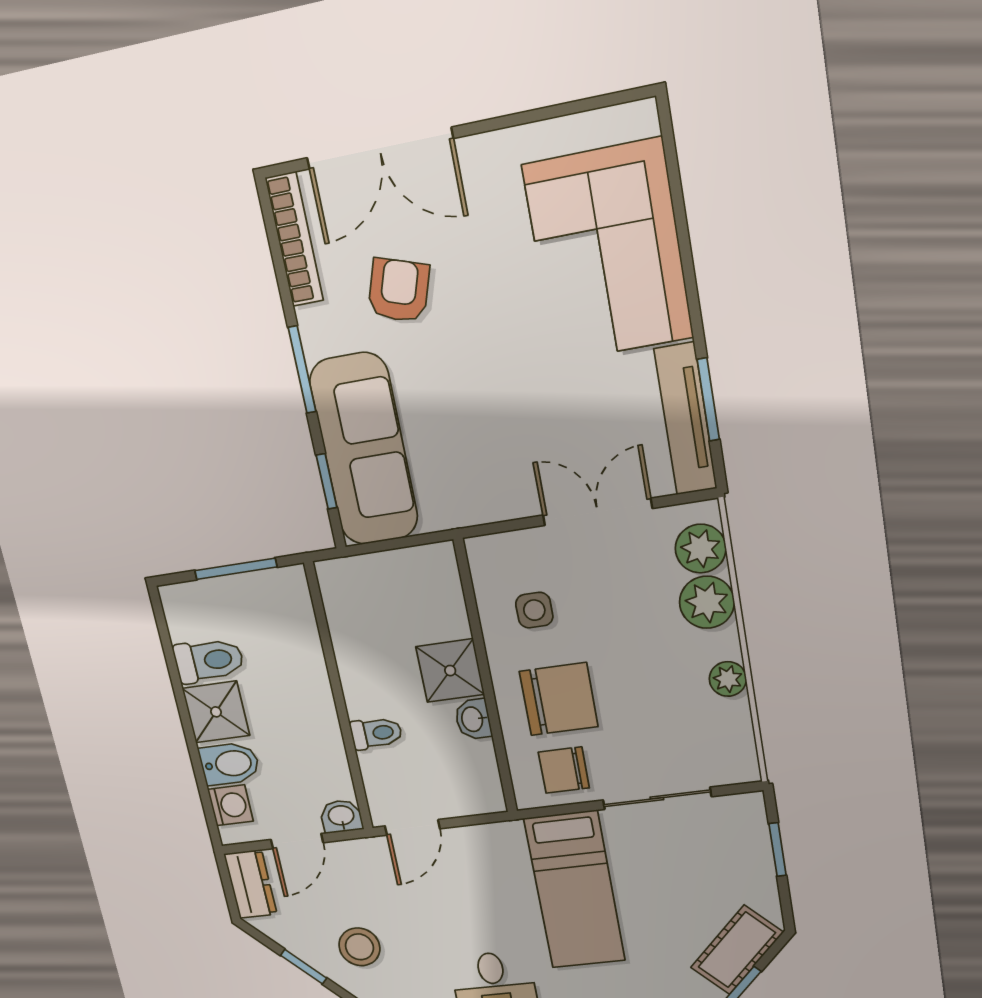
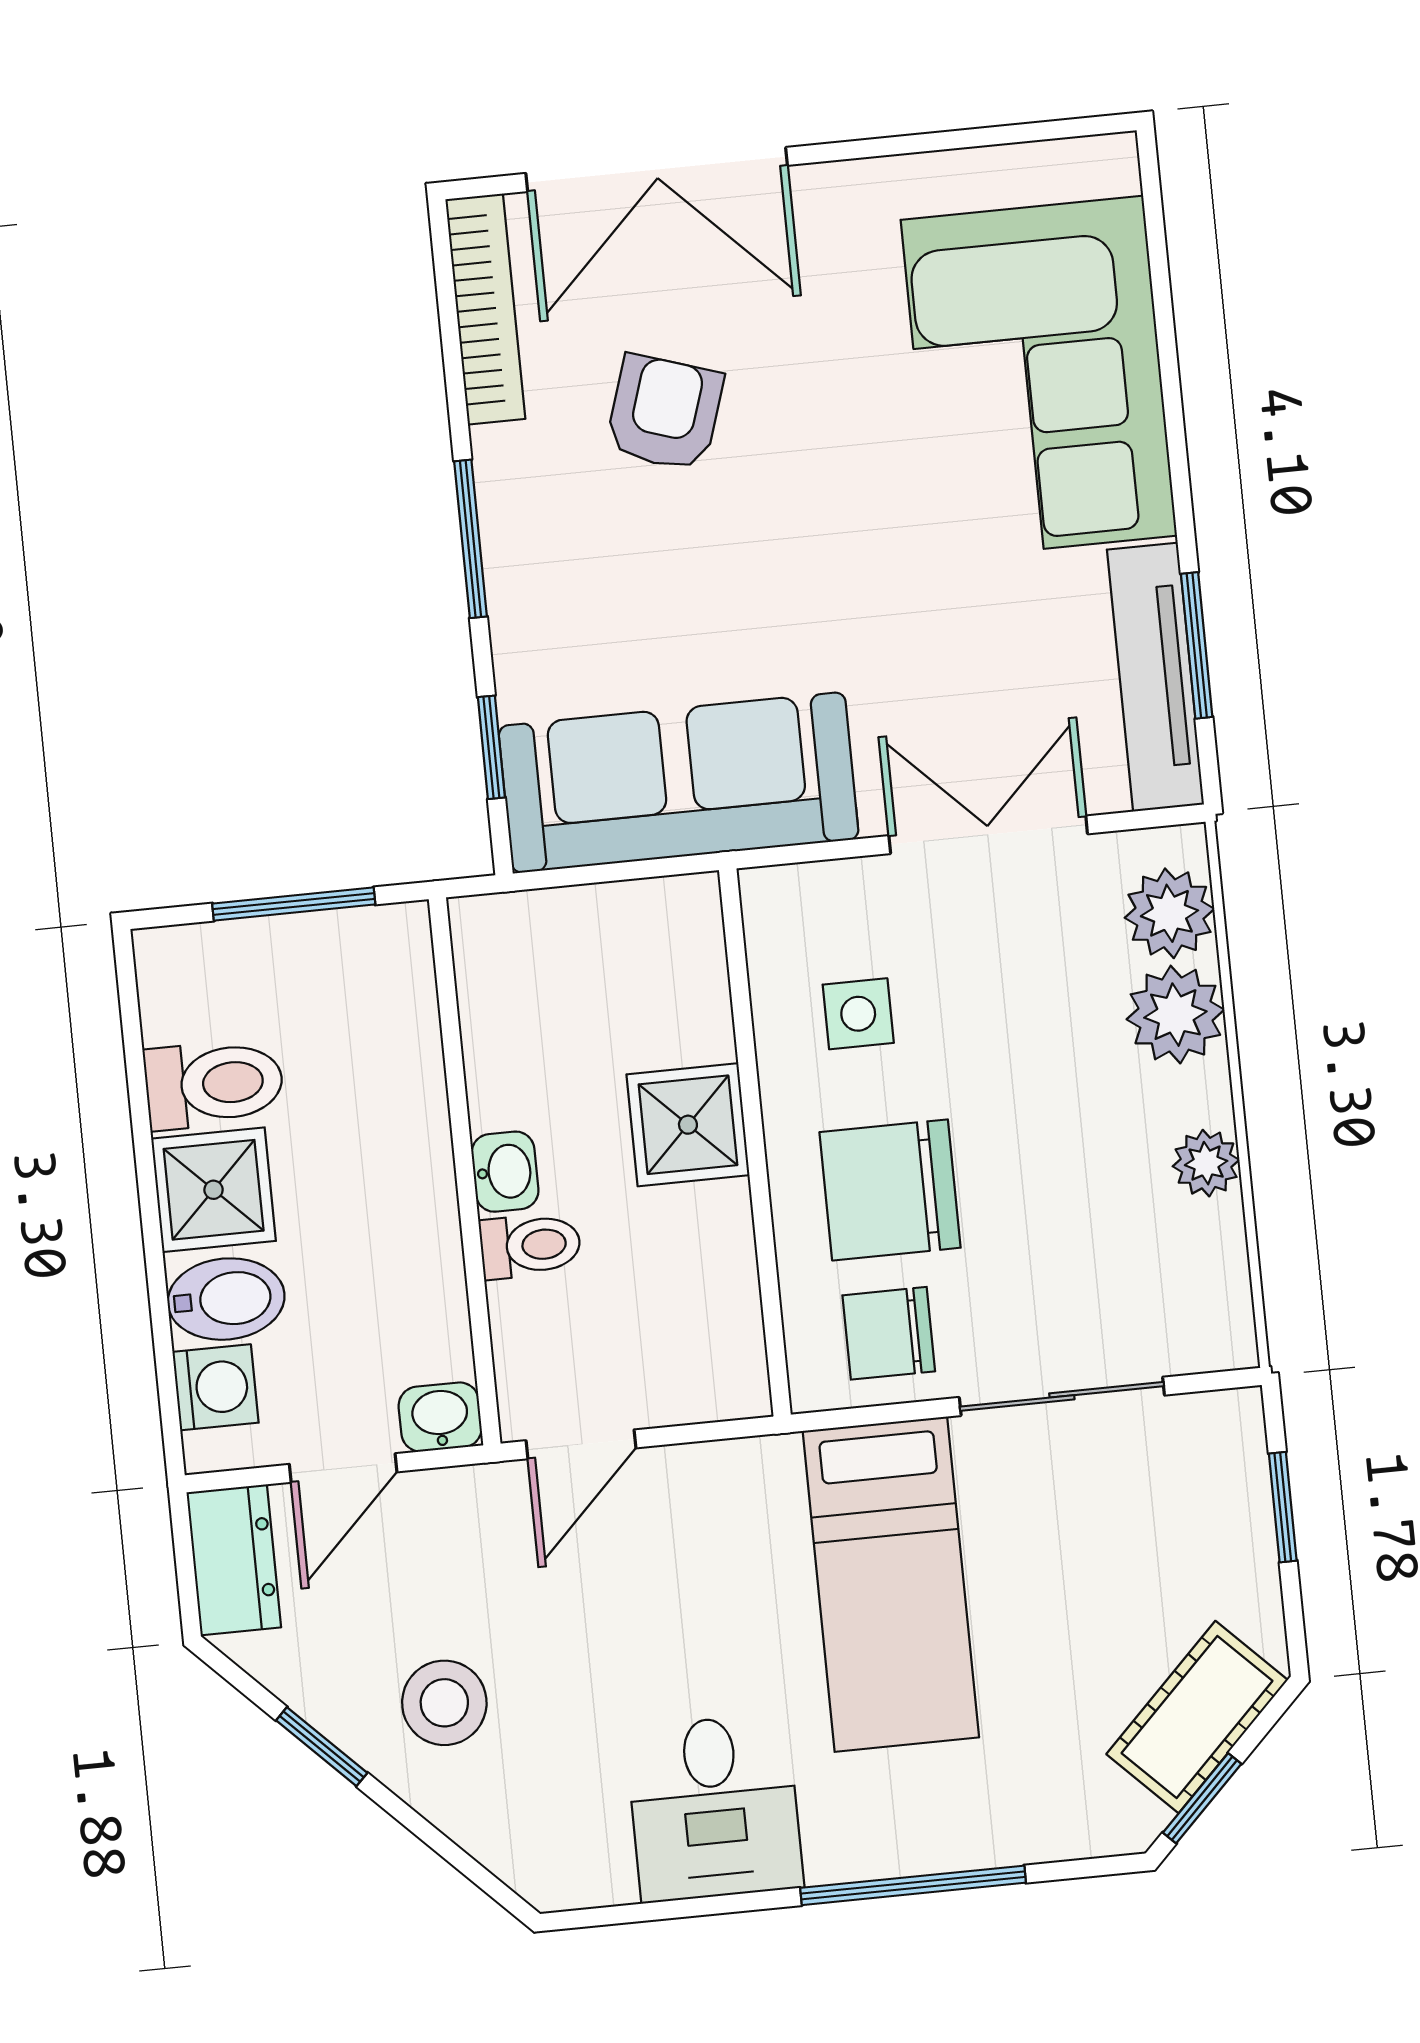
sofa: (364, 450) -> (679, 783), moved, turned -90
chair: (559, 699) -> (890, 1190), turned 180
washbasin: (473, 719) -> (505, 1172), moved, turned 180

